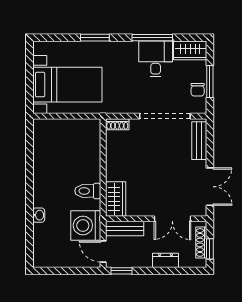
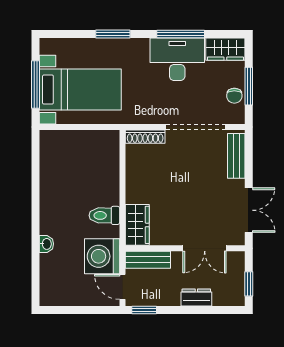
desk: (156, 59) -> (177, 59), width x1.37
window: (29, 80) -> (35, 85), added
shoe rack: (117, 124) -> (145, 137), width x1.43
shoe rack: (201, 242) -> (239, 276), removed

